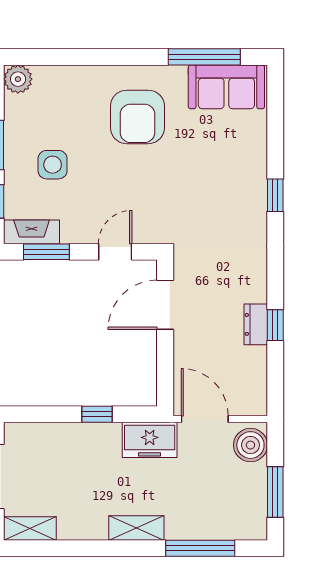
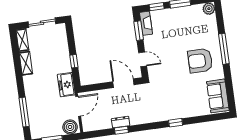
window: (204, 57) -> (224, 49), moved
side table: (53, 165) -> (175, 28), removed
shelving: (136, 528) -> (26, 63), moved

